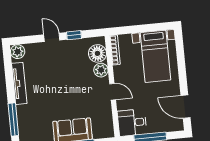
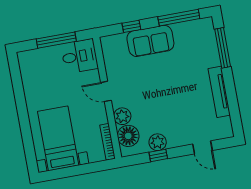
door: (52, 37) -> (202, 147), moved
plant: (18, 52) -> (158, 142), moved
door: (186, 107) -> (17, 81), removed

